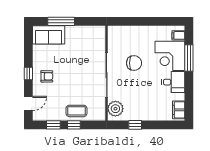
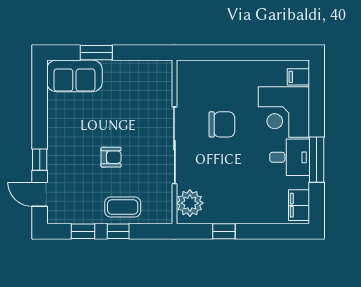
window: (61, 21) -> (96, 53), width x0.69
window: (189, 58) -> (317, 160), moved
window: (28, 73) -> (40, 160), moved
armchair: (47, 76) -> (111, 157), moved
door: (28, 104) -> (40, 194), swing flipped

